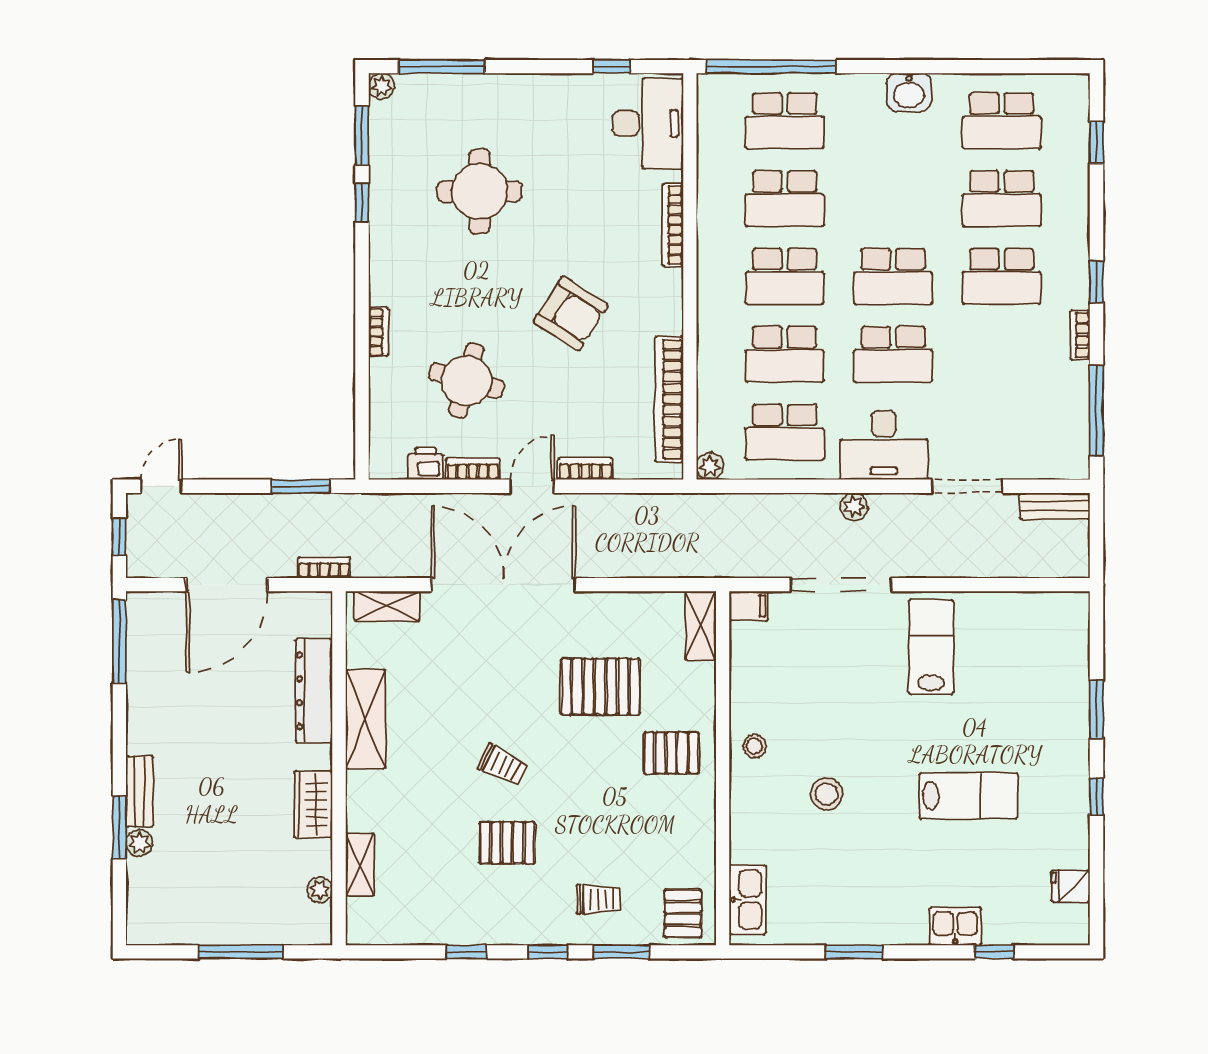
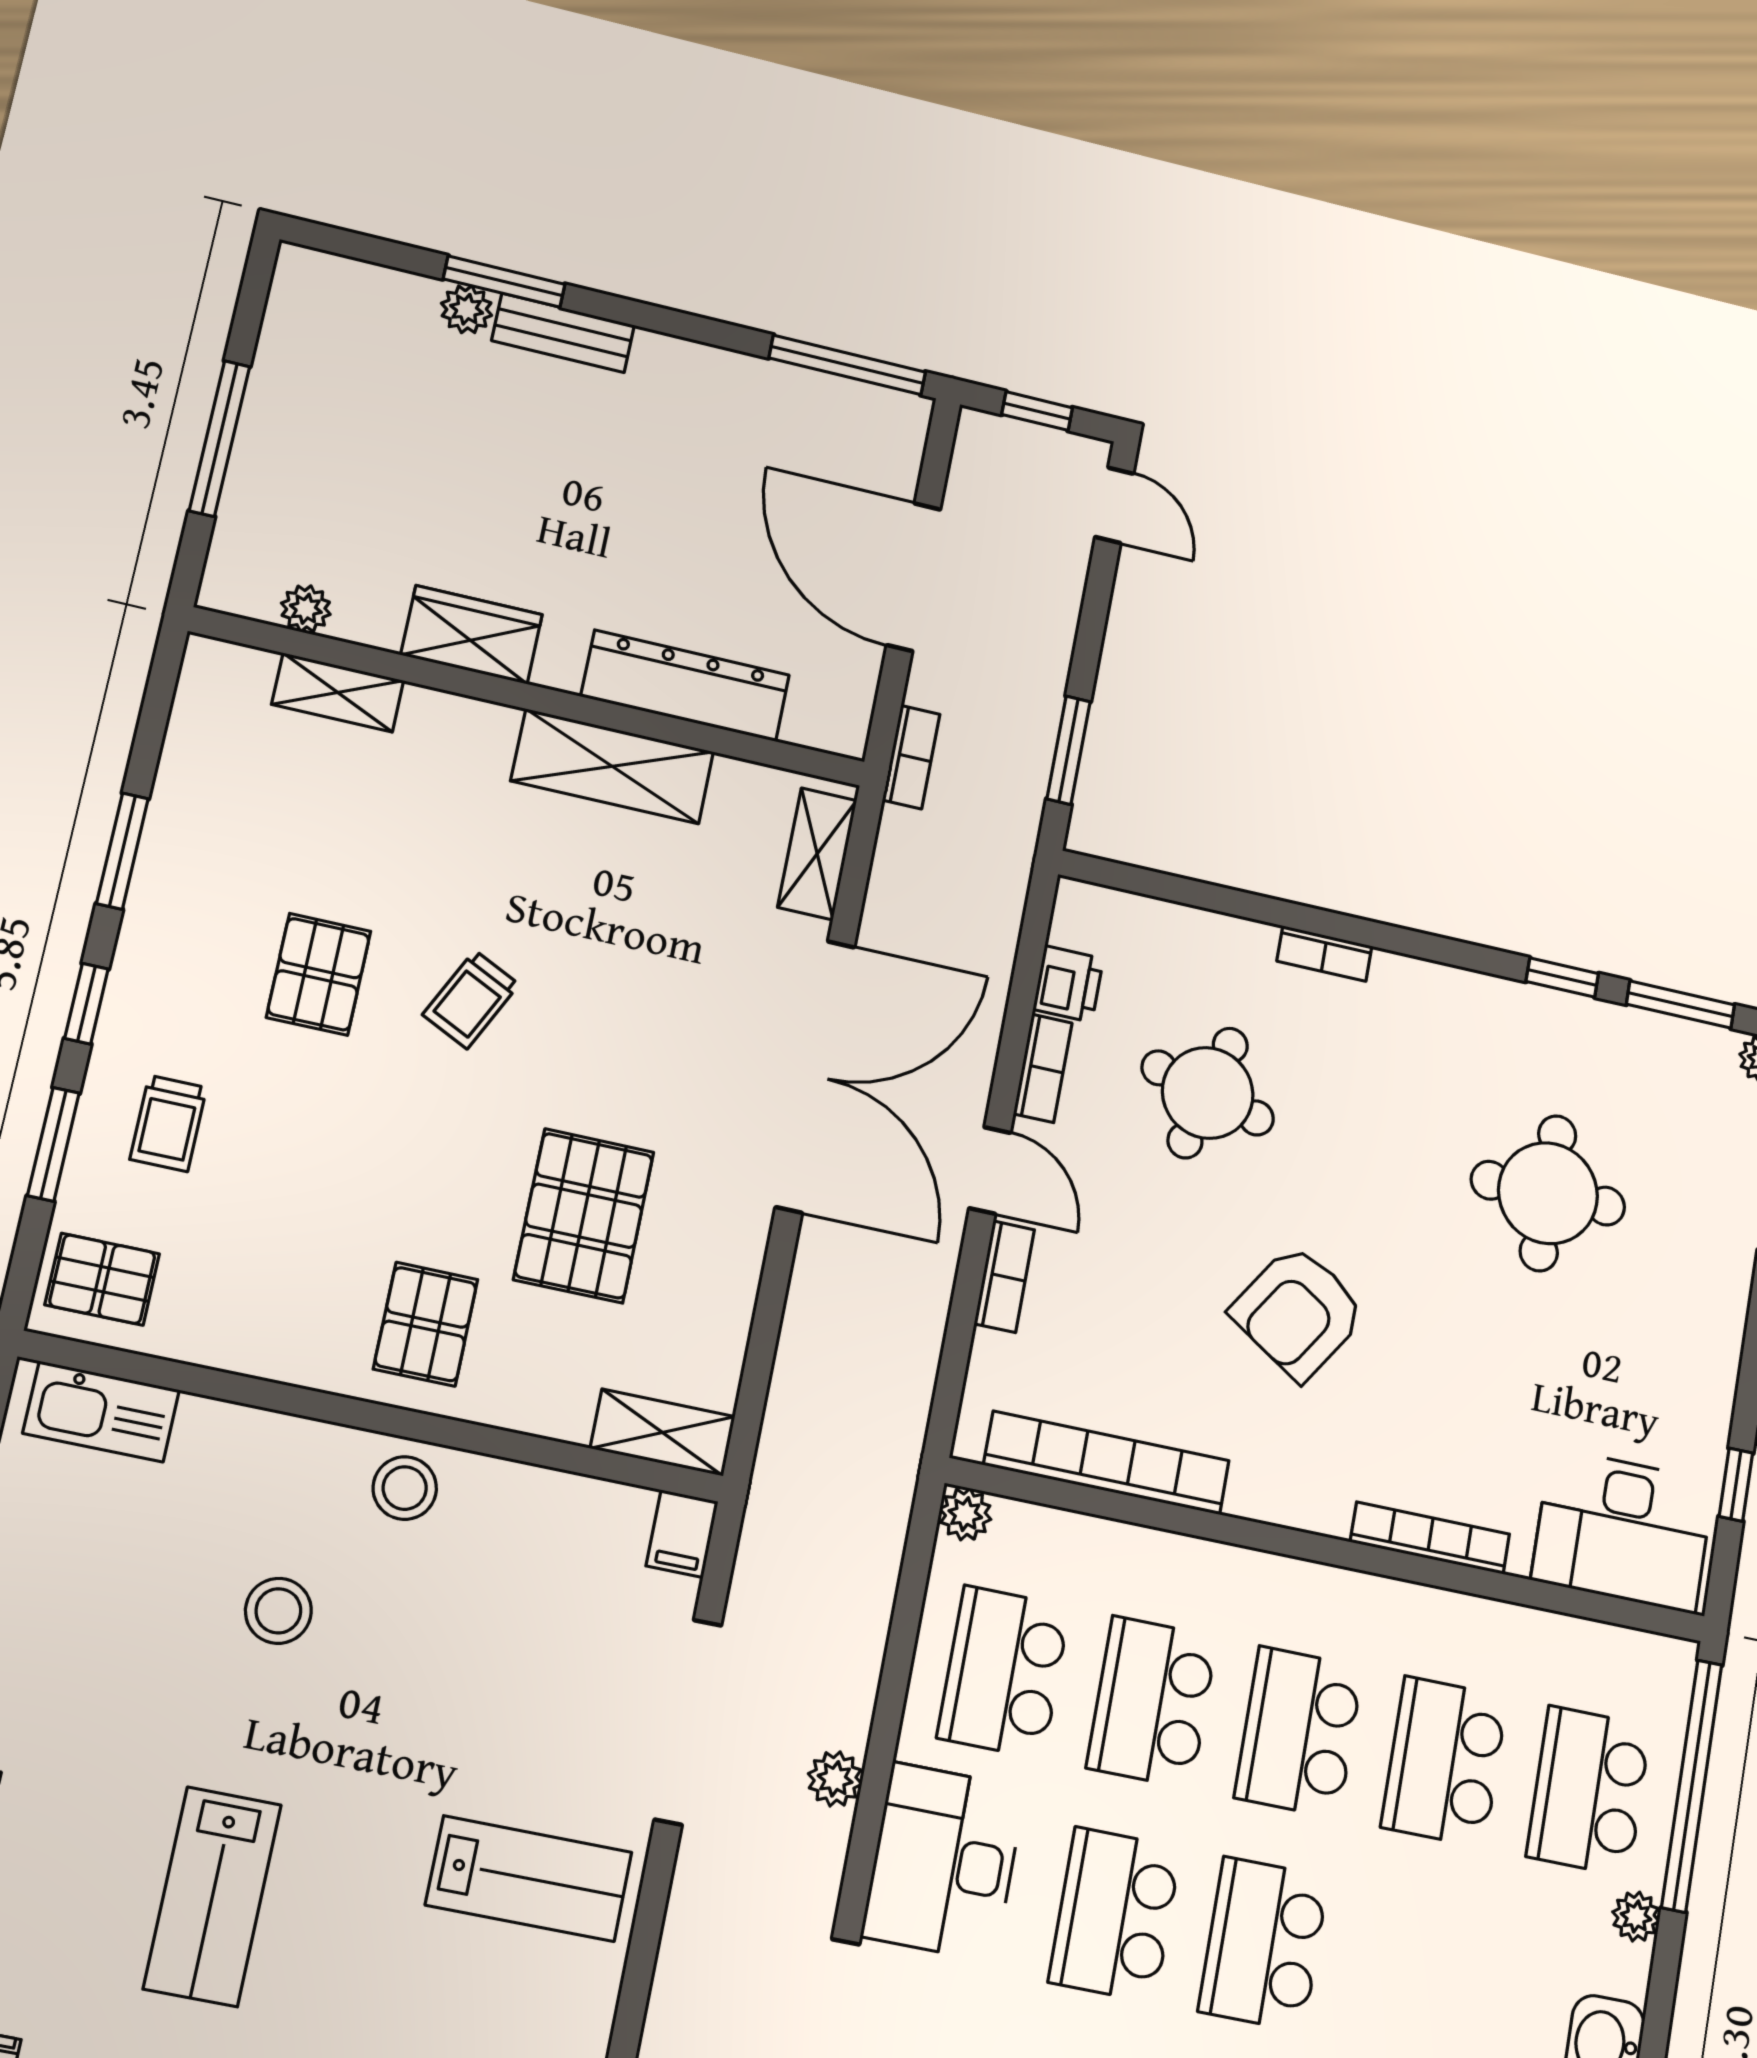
plant: (843, 86) -> (1636, 1917), added
stool: (754, 746) -> (405, 1488), width x1.37, depth x1.37
window: (467, 952) -> (122, 851), width x1.50

